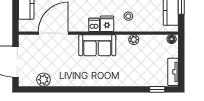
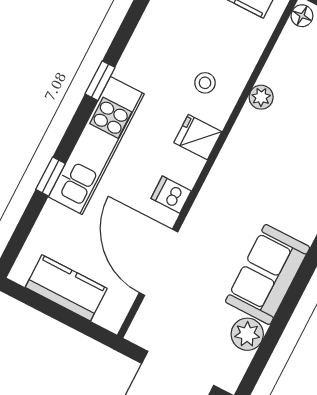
dishwasher: (94, 25) -> (171, 195), moved
sofa: (97, 45) -> (268, 274), moved, turned 180

